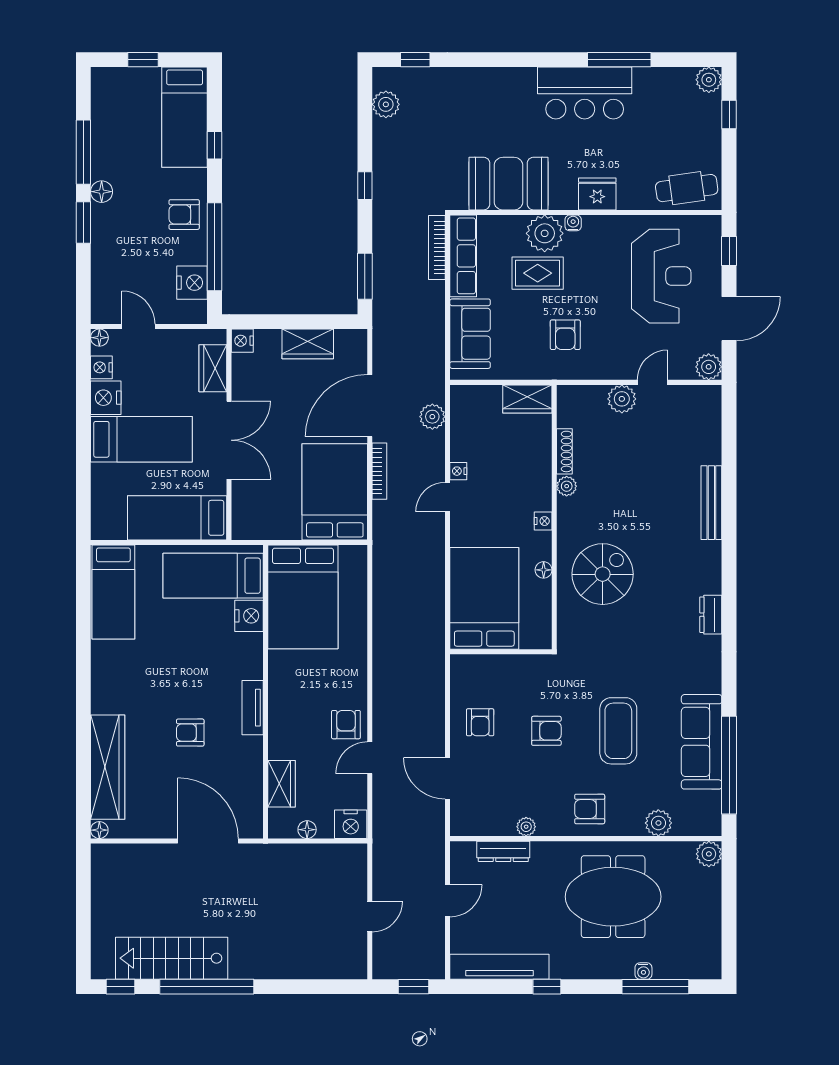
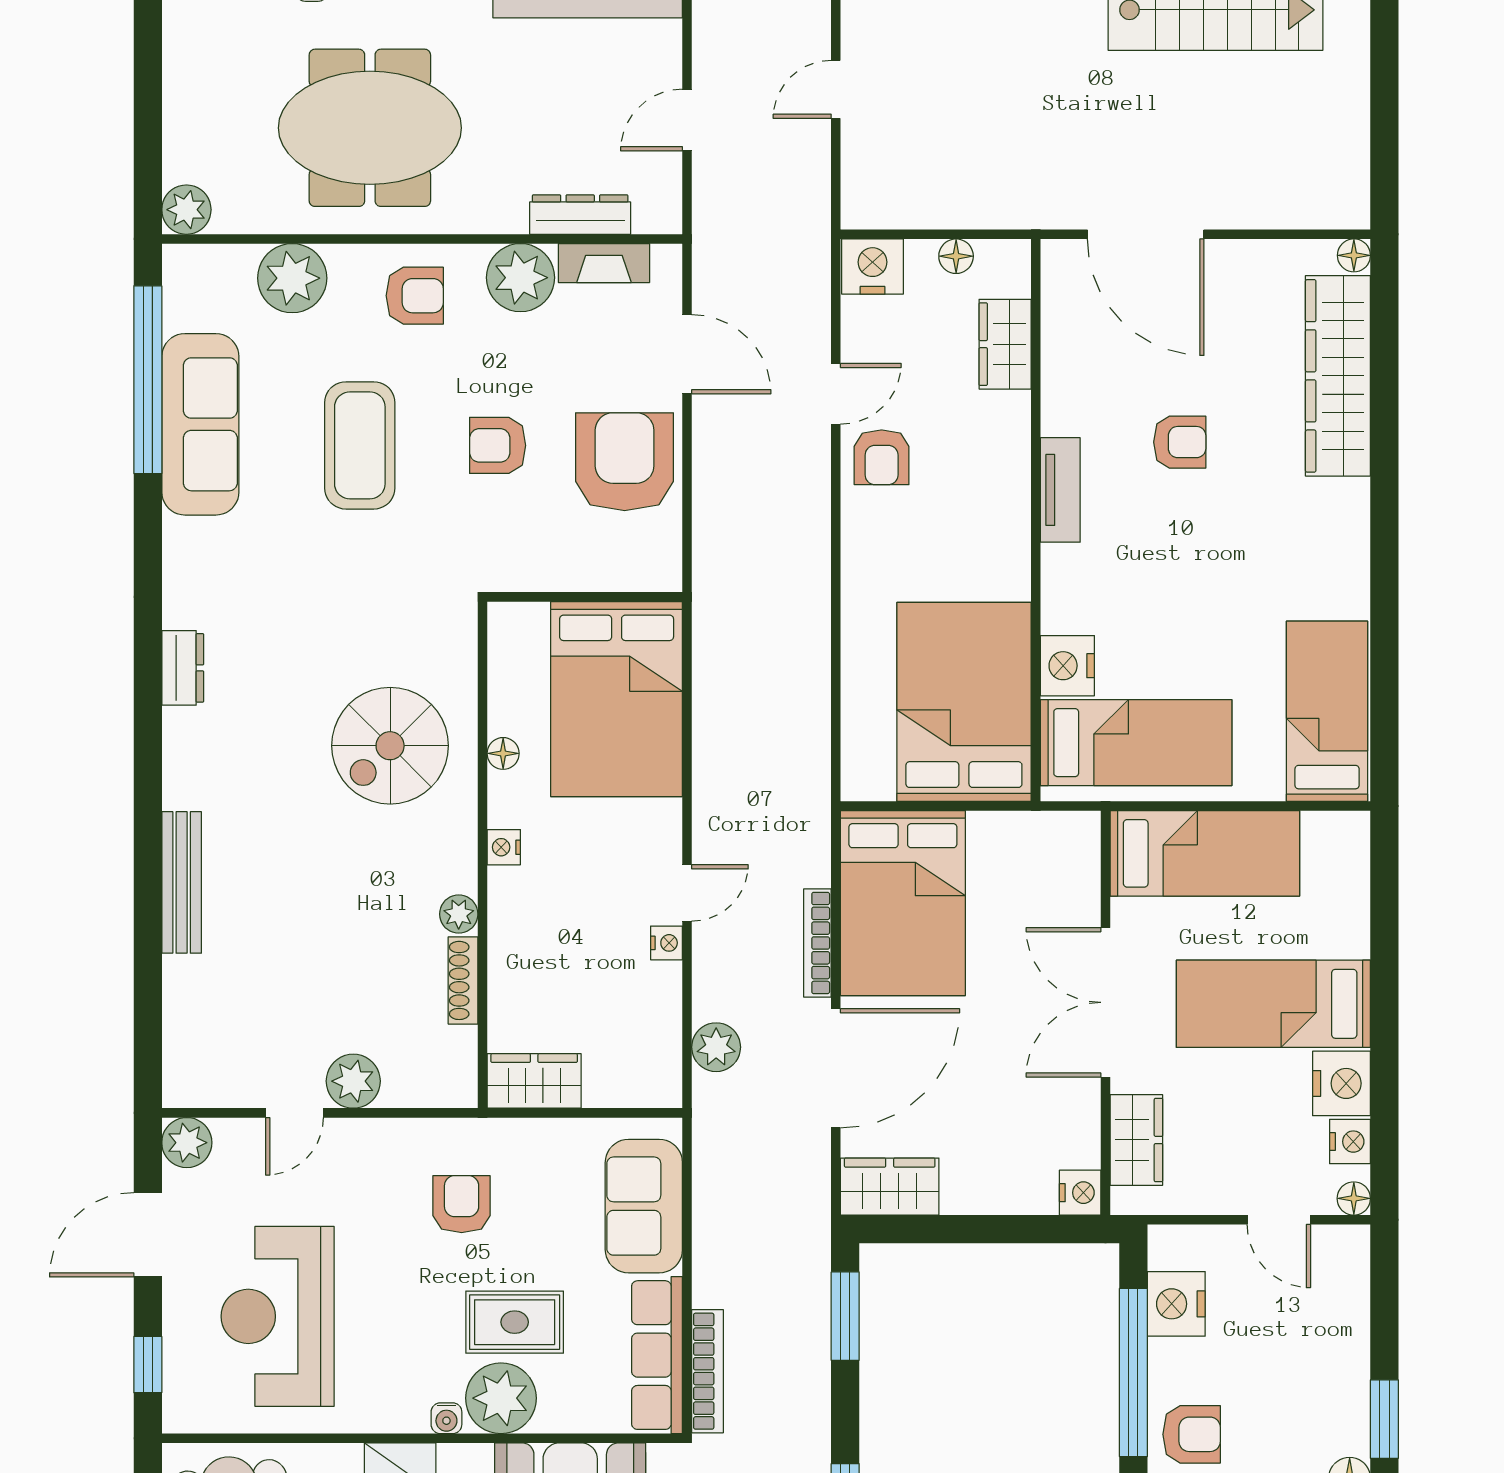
wardrobe: (308, 344) -> (890, 1187), moved
armchair: (480, 722) -> (625, 462), width x1.88, depth x1.88
plant: (658, 823) -> (292, 278), width x1.36, depth x1.36
fireplace: (491, 826) -> (604, 263), added
plant: (526, 827) -> (520, 278), width x1.87, depth x1.87

